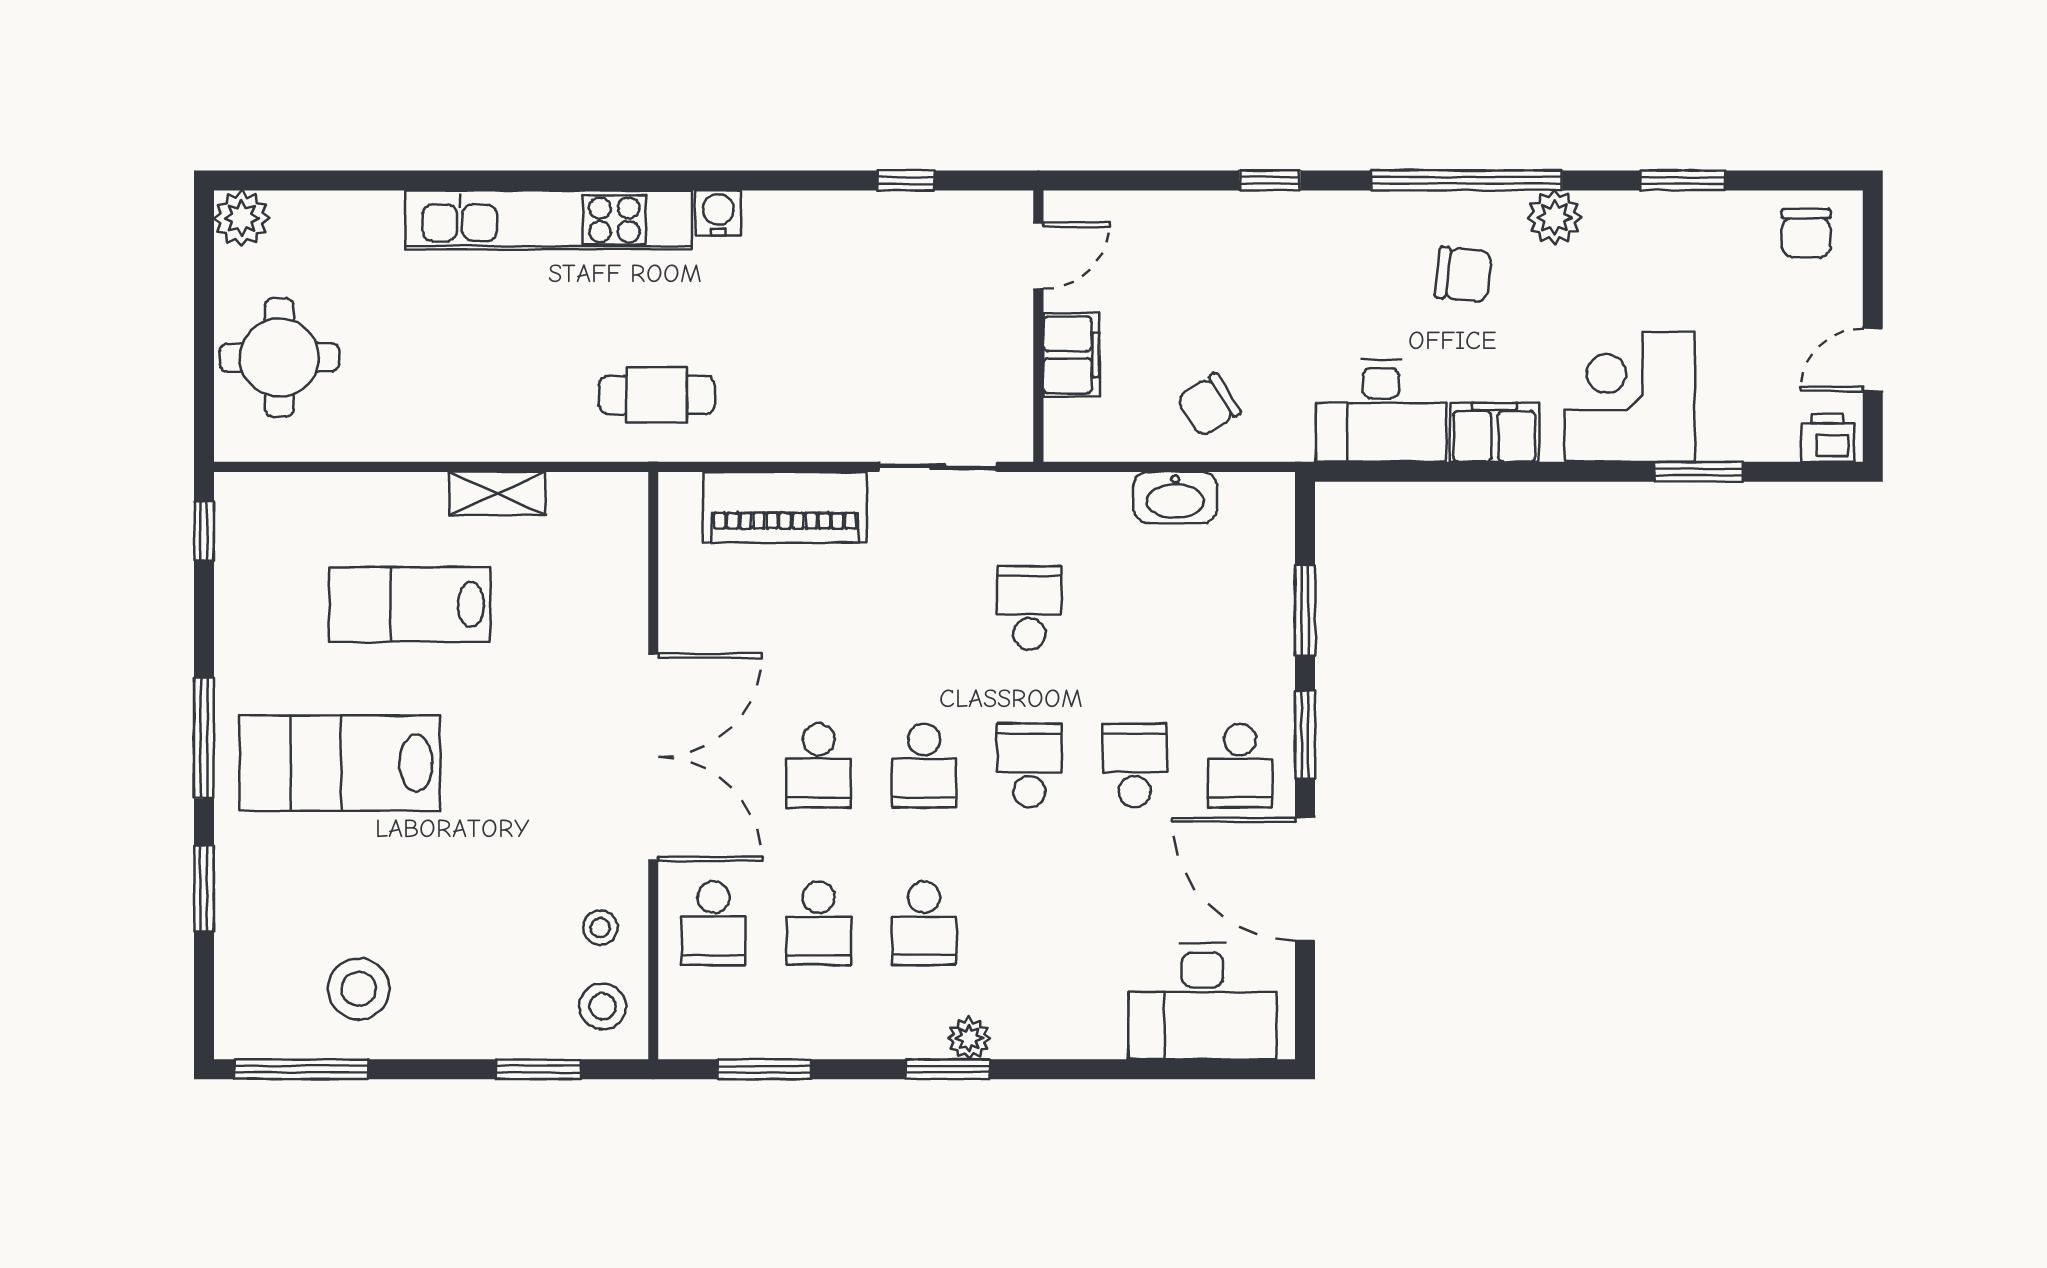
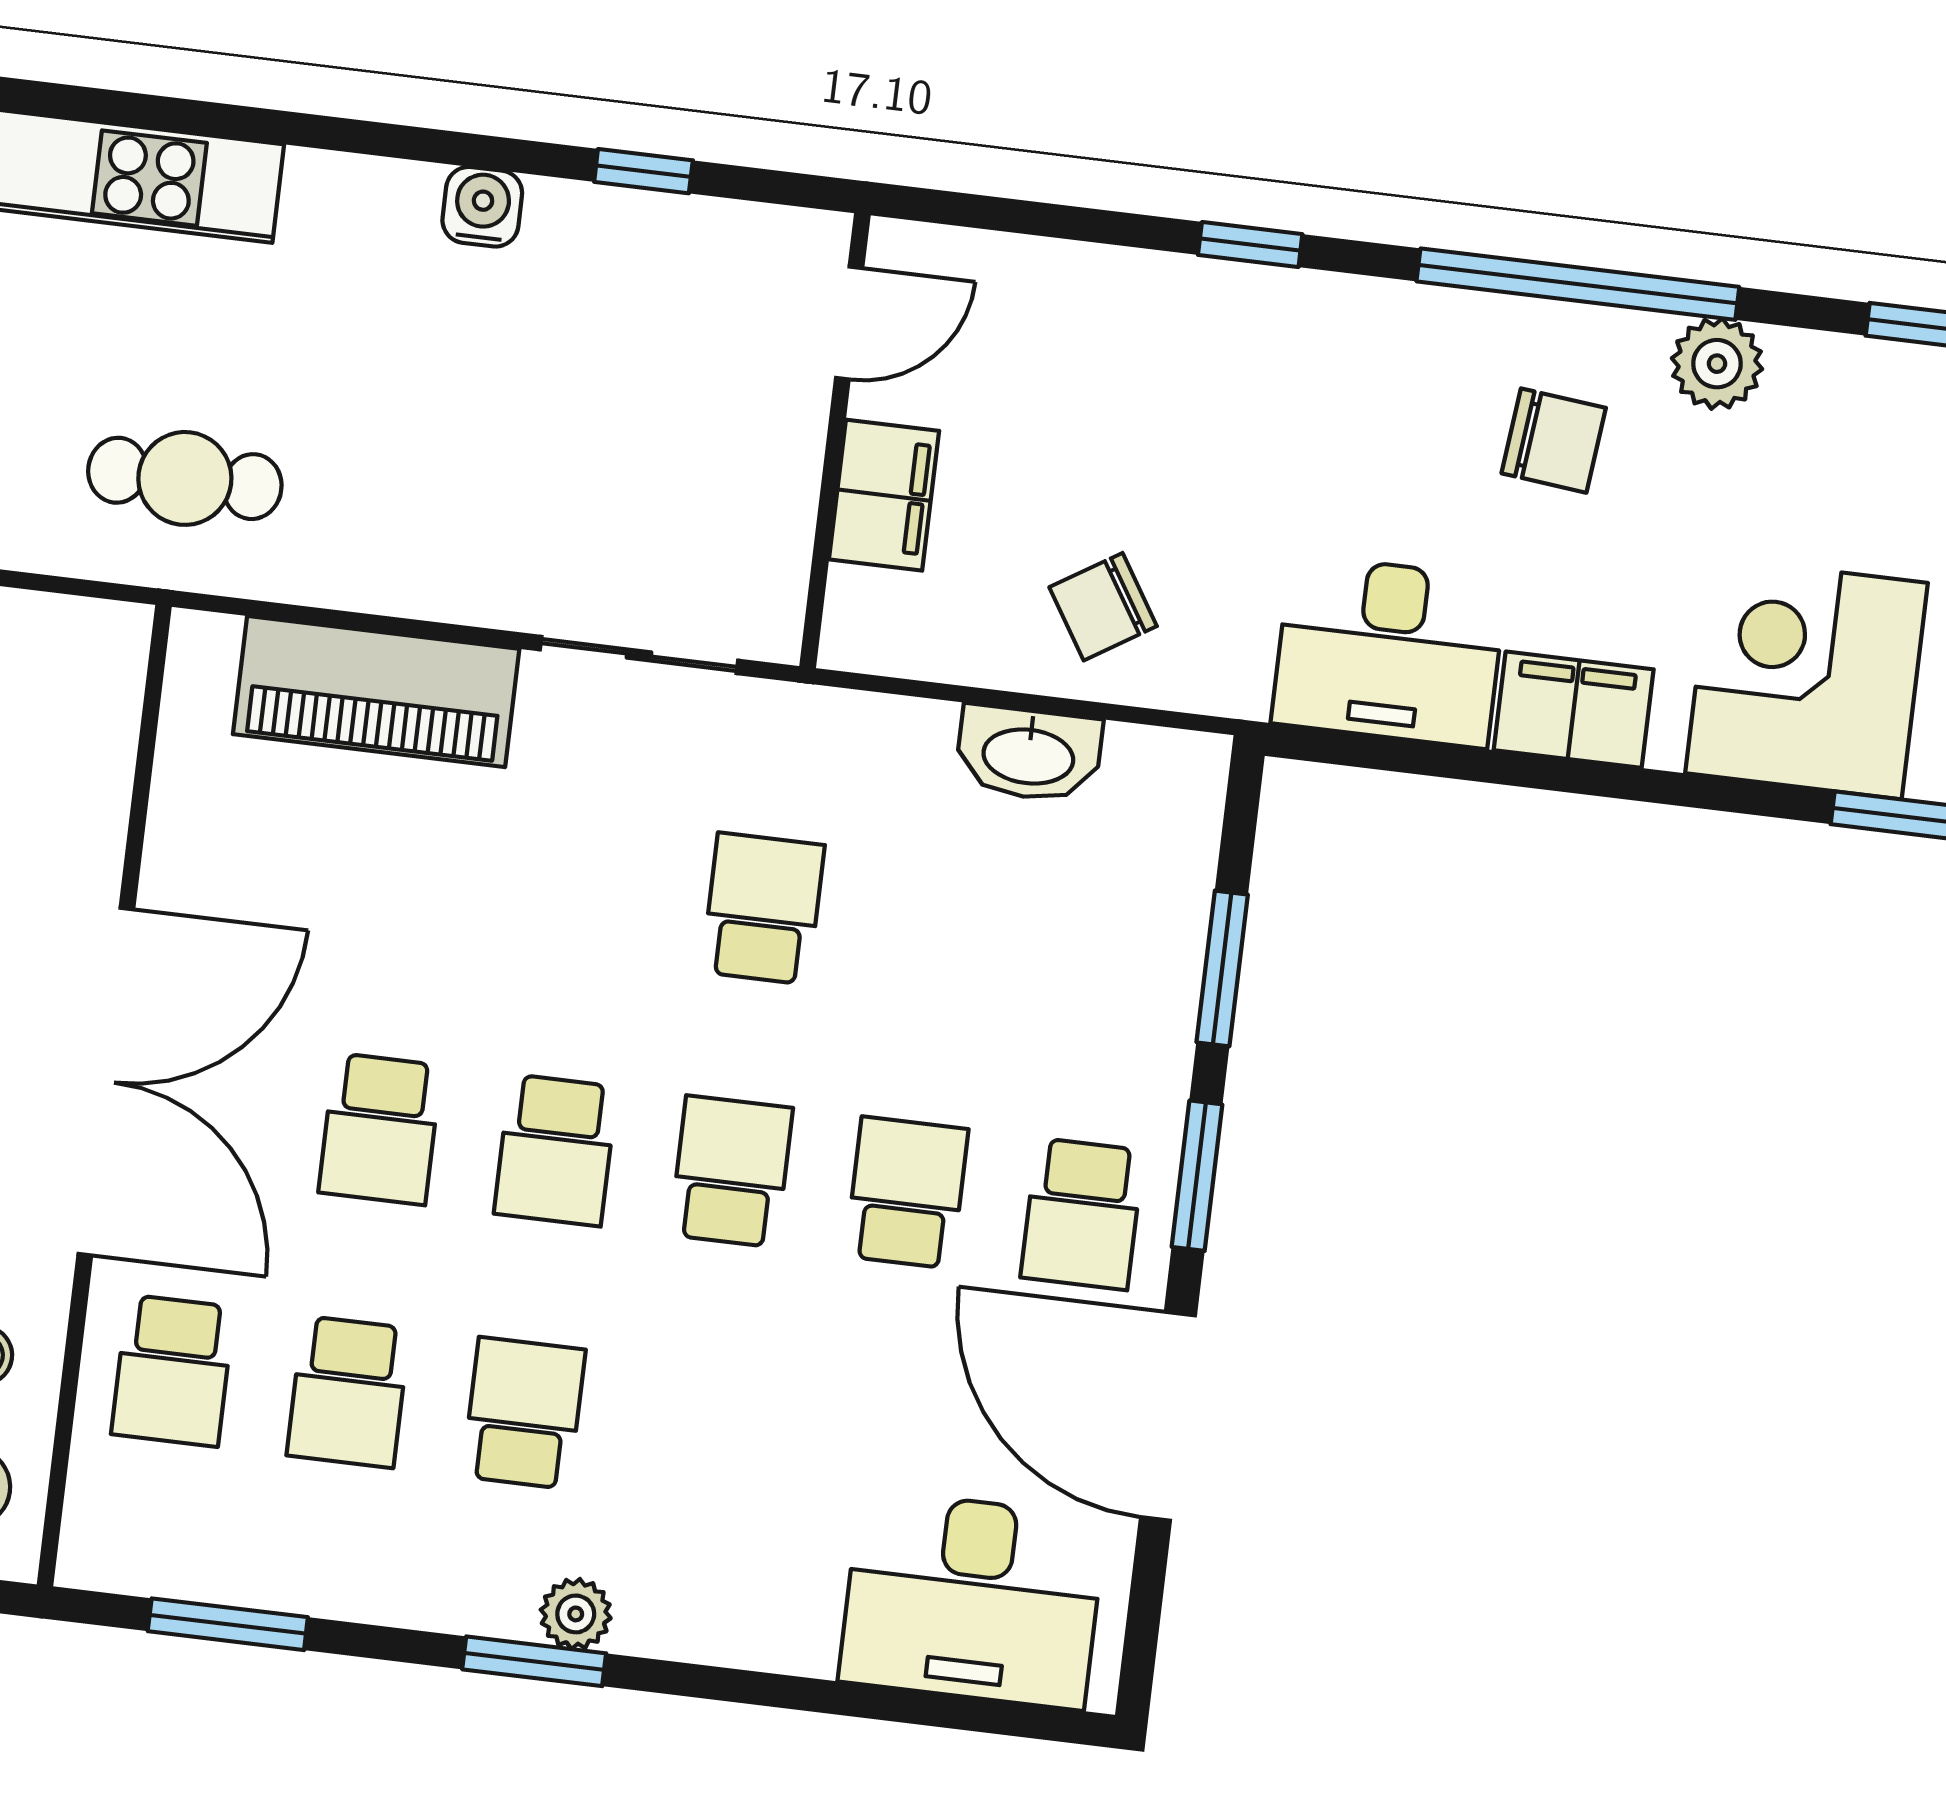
water cooler: (718, 213) -> (482, 207), moved
school desk: (924, 923) -> (524, 1413), turned 180

